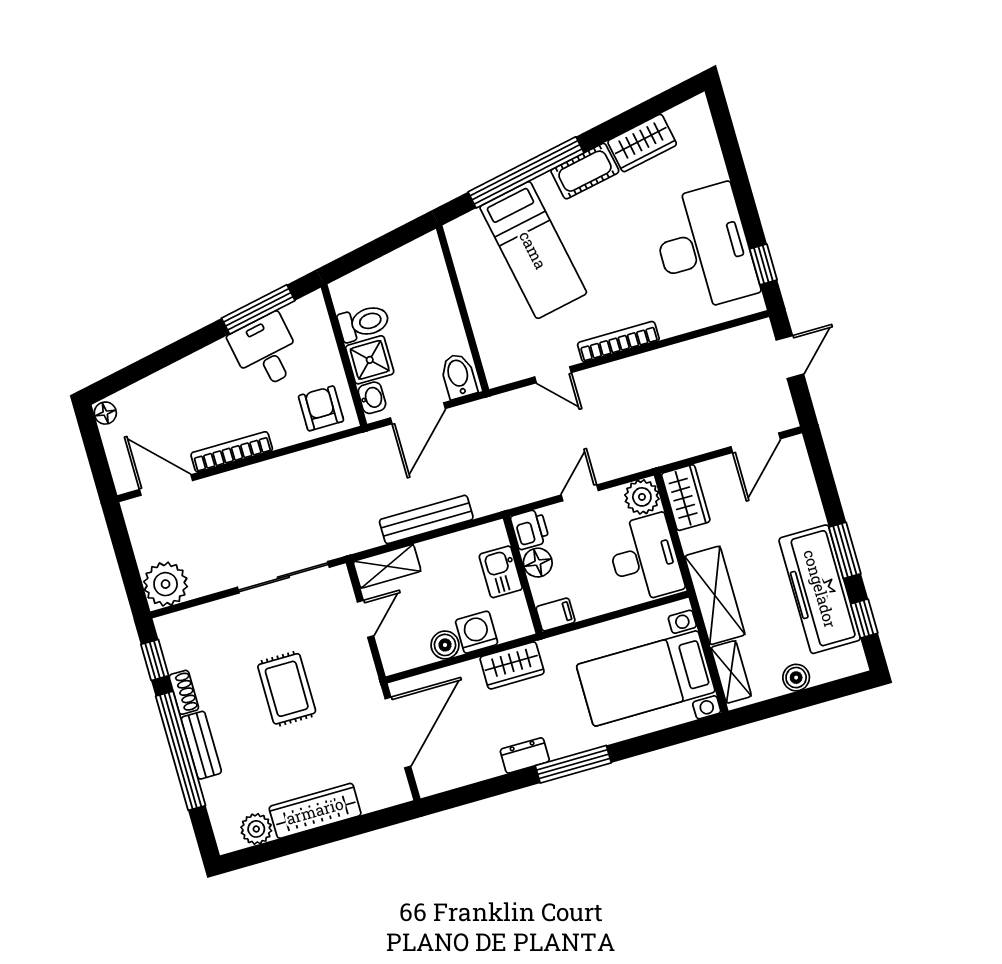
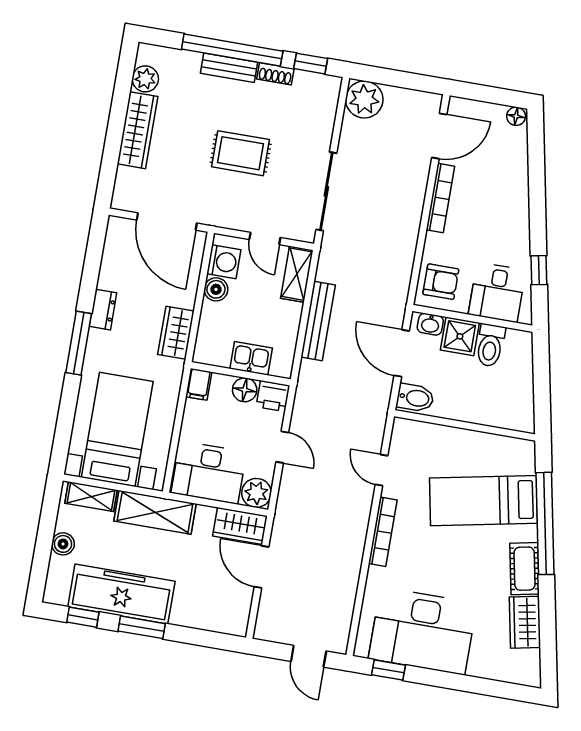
window: (258, 309) -> (539, 270), width x0.46
desk: (266, 351) -> (497, 292), moved, turned 101
door: (553, 375) -> (382, 470), hinge flipped
door: (756, 443) -> (262, 567), moved
washing machine: (477, 632) -> (224, 262), moved

